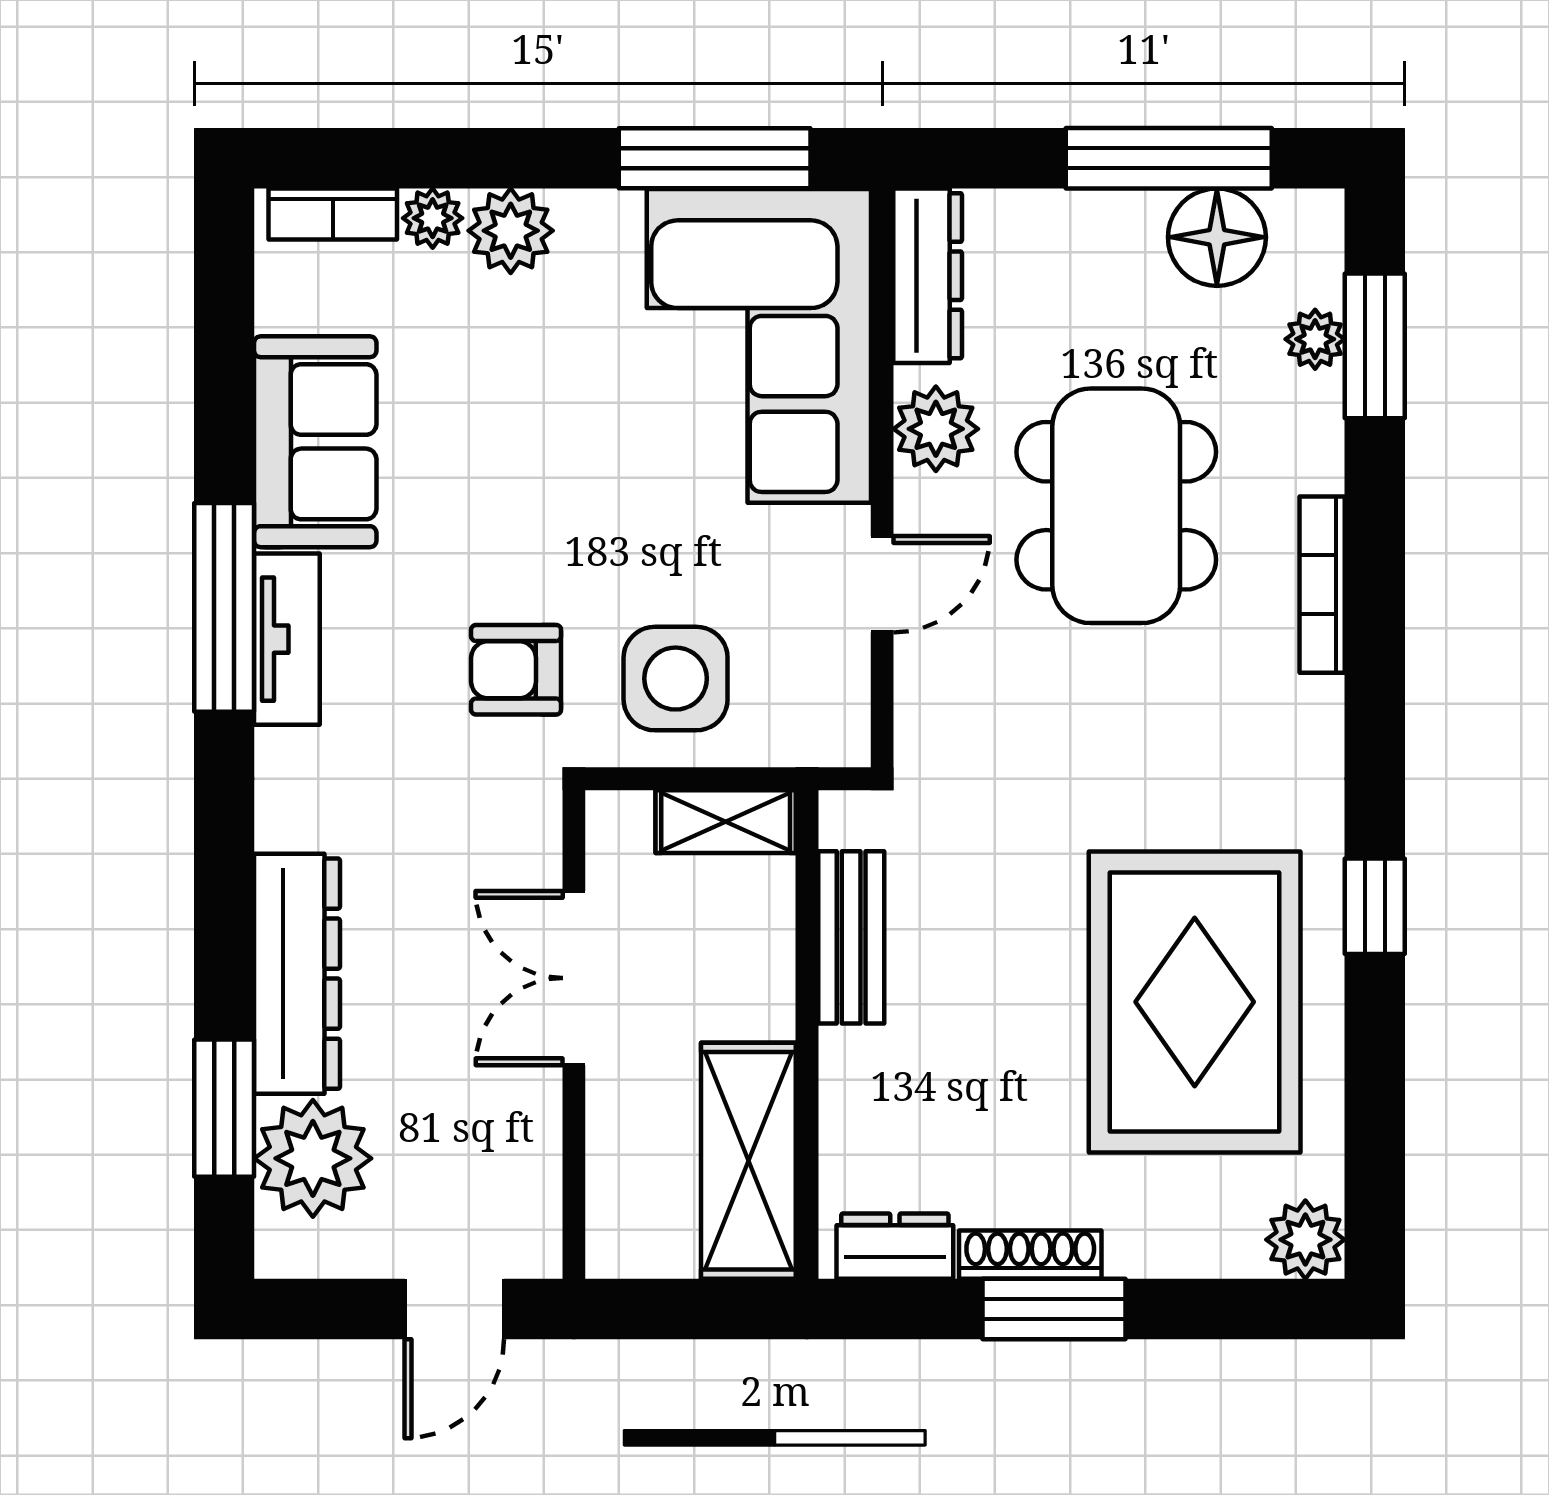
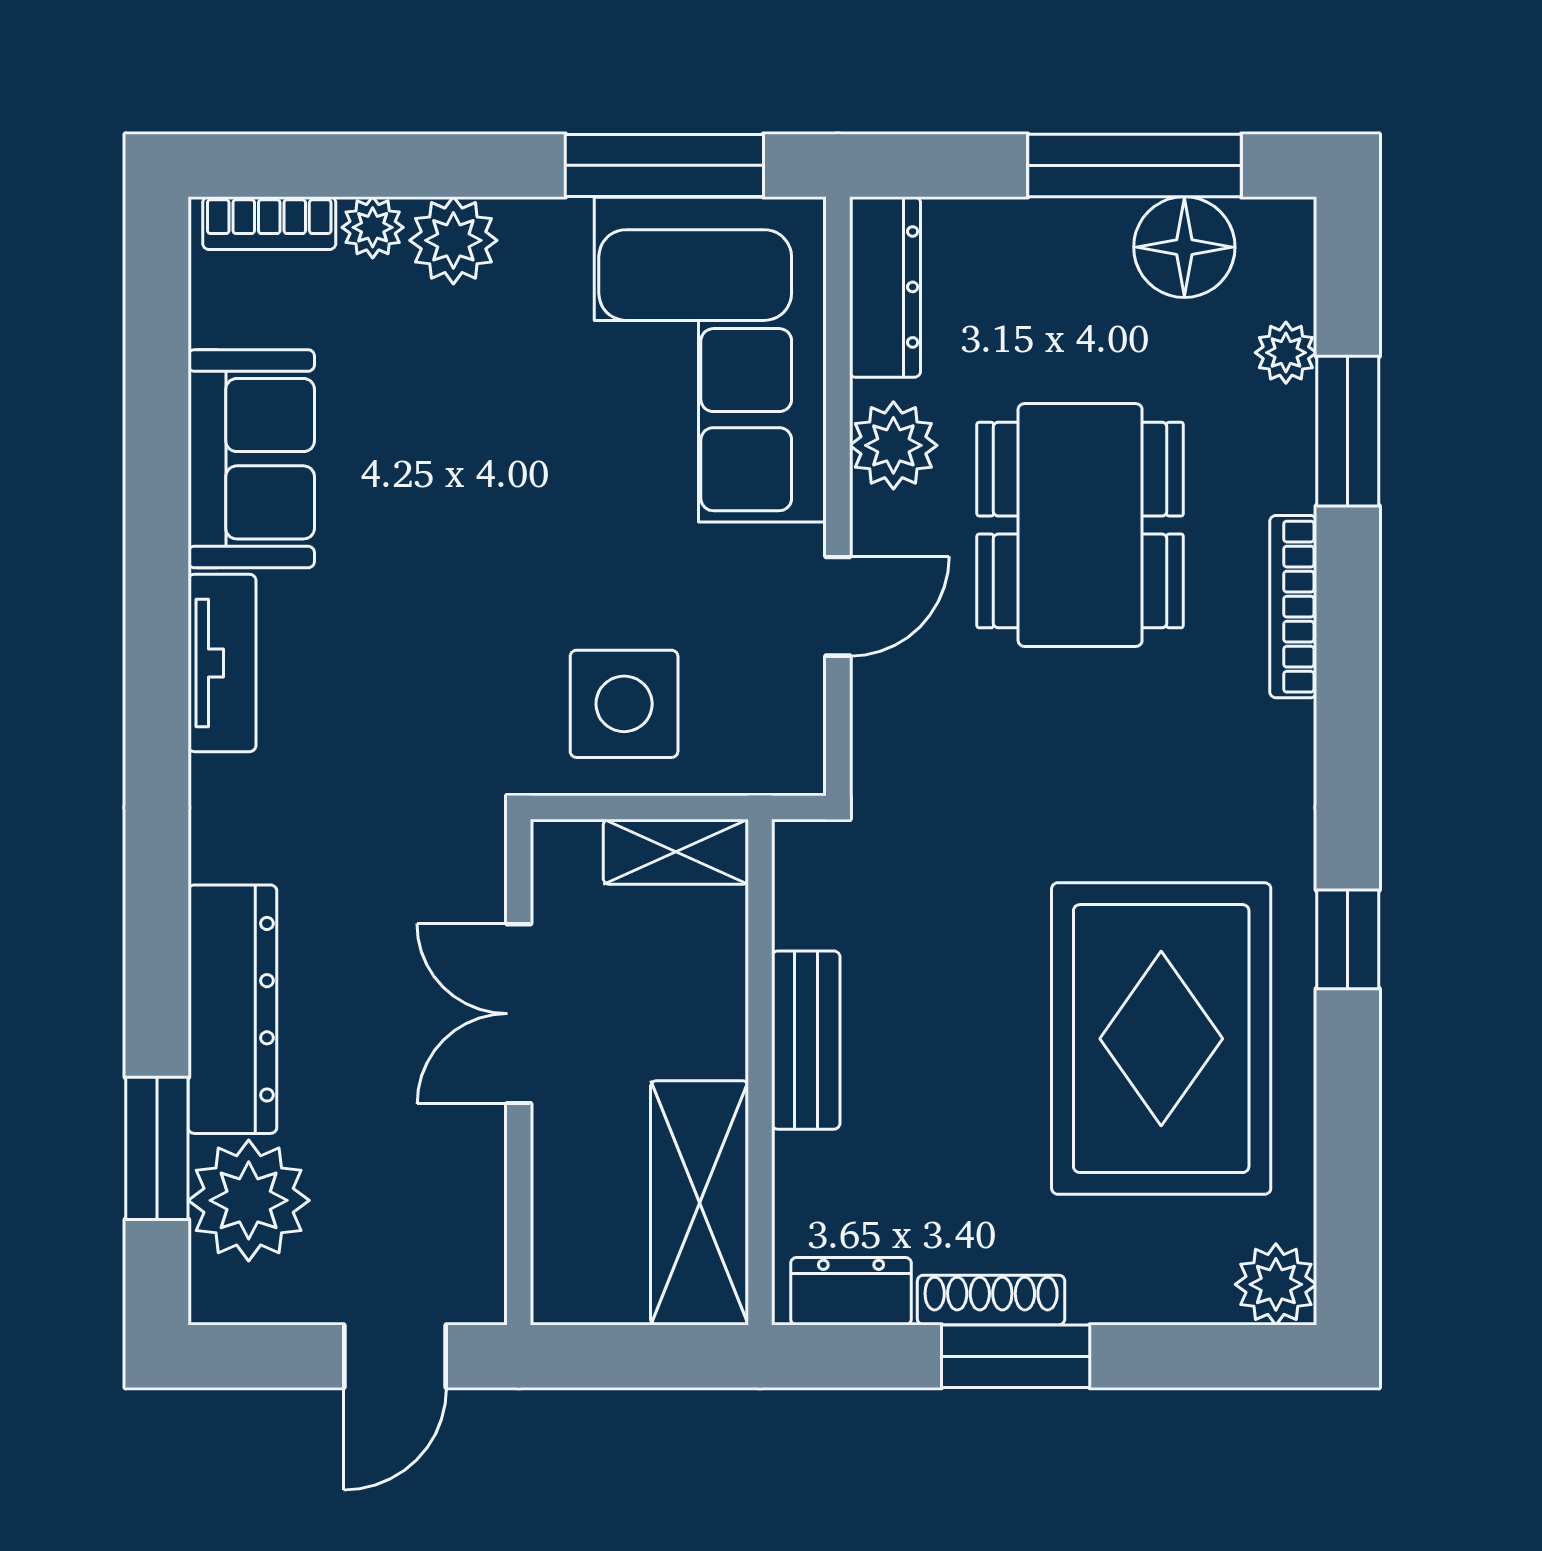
window: (1375, 346) -> (1348, 431), moved
window: (224, 607) -> (157, 630), removed
armchair: (516, 670) -> (459, 695), removed
bench: (851, 937) -> (806, 1040), moved

